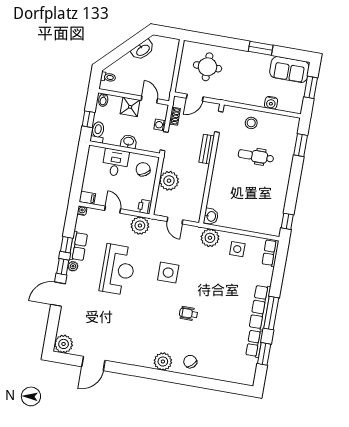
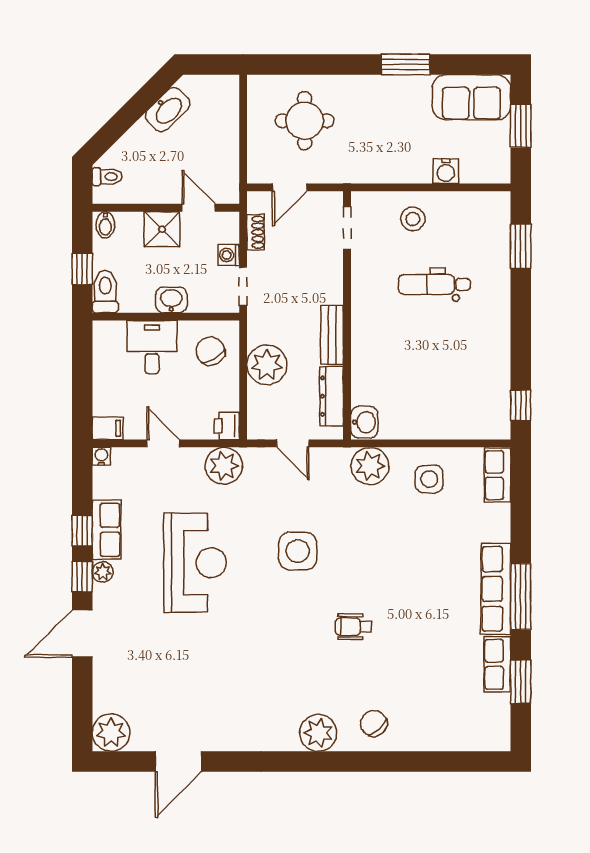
bench: (207, 149) -> (332, 335), moved
dresser: (197, 201) -> (332, 396), added

